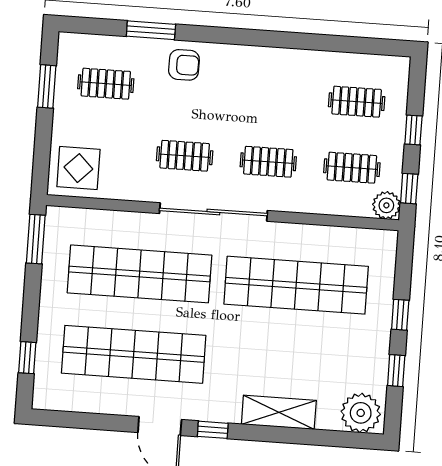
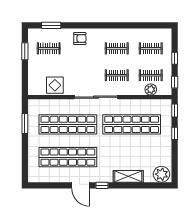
window: (151, 30) -> (51, 25), moved
clothes rail: (185, 156) -> (117, 48), moved
display table: (78, 168) -> (55, 85), moved
plant: (386, 205) -> (151, 89), moved
window: (36, 239) -> (25, 124), moved
window: (27, 358) -> (25, 162), removed
window: (396, 371) -> (175, 111), moved

